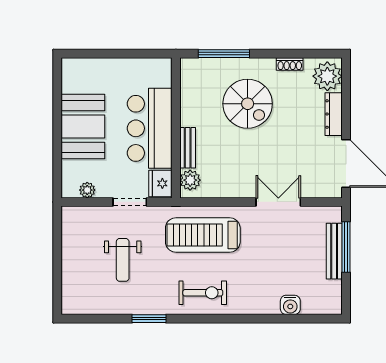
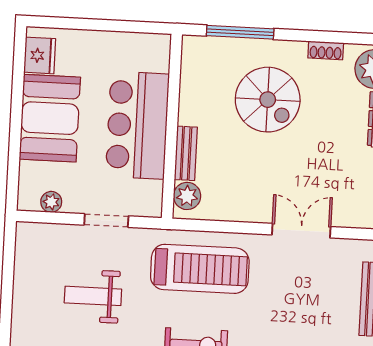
fridge: (160, 183) -> (40, 55), moved, turned 180
treadmill: (203, 235) -> (200, 269), turned 180
weight bench: (123, 260) -> (93, 296), turned 90

